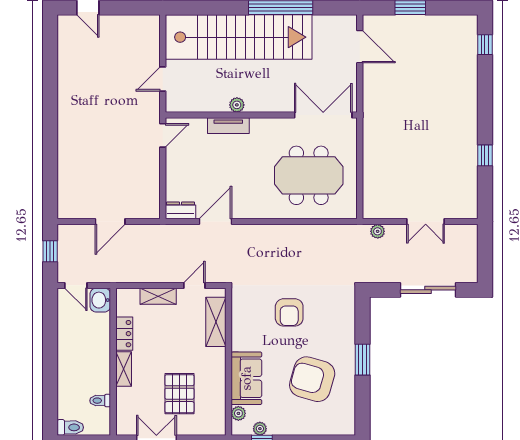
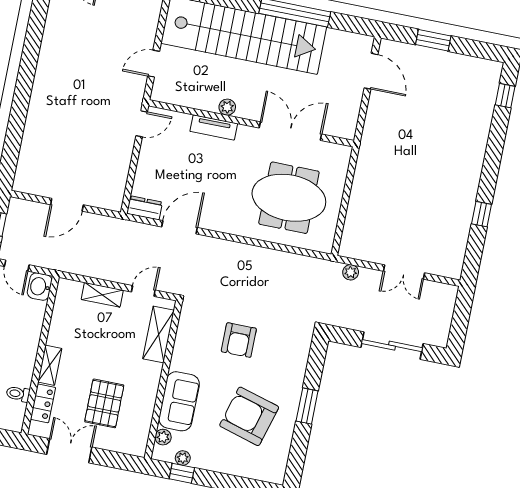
double door: (323, 115) -> (290, 131), moved
locker: (124, 334) -> (43, 403), moved

